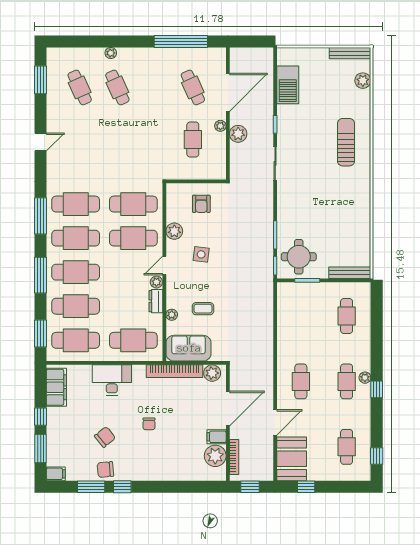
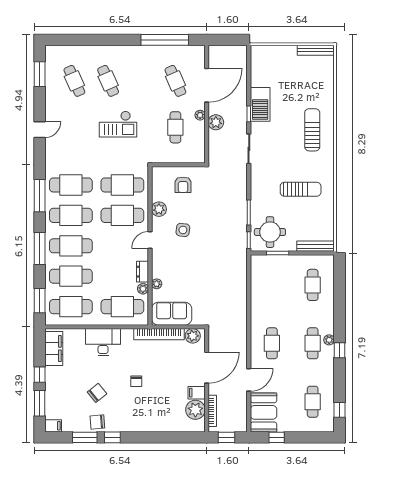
plant: (111, 53) -> (102, 50), removed
plant: (363, 81) -> (327, 75), removed
barbecue: (288, 85) -> (260, 104), moved
checkout: (129, 136) -> (118, 124), added
sun lounger: (333, 209) -> (301, 189), added
plant: (156, 282) -> (143, 289), moved
coffee table: (203, 309) -> (185, 278), removed

